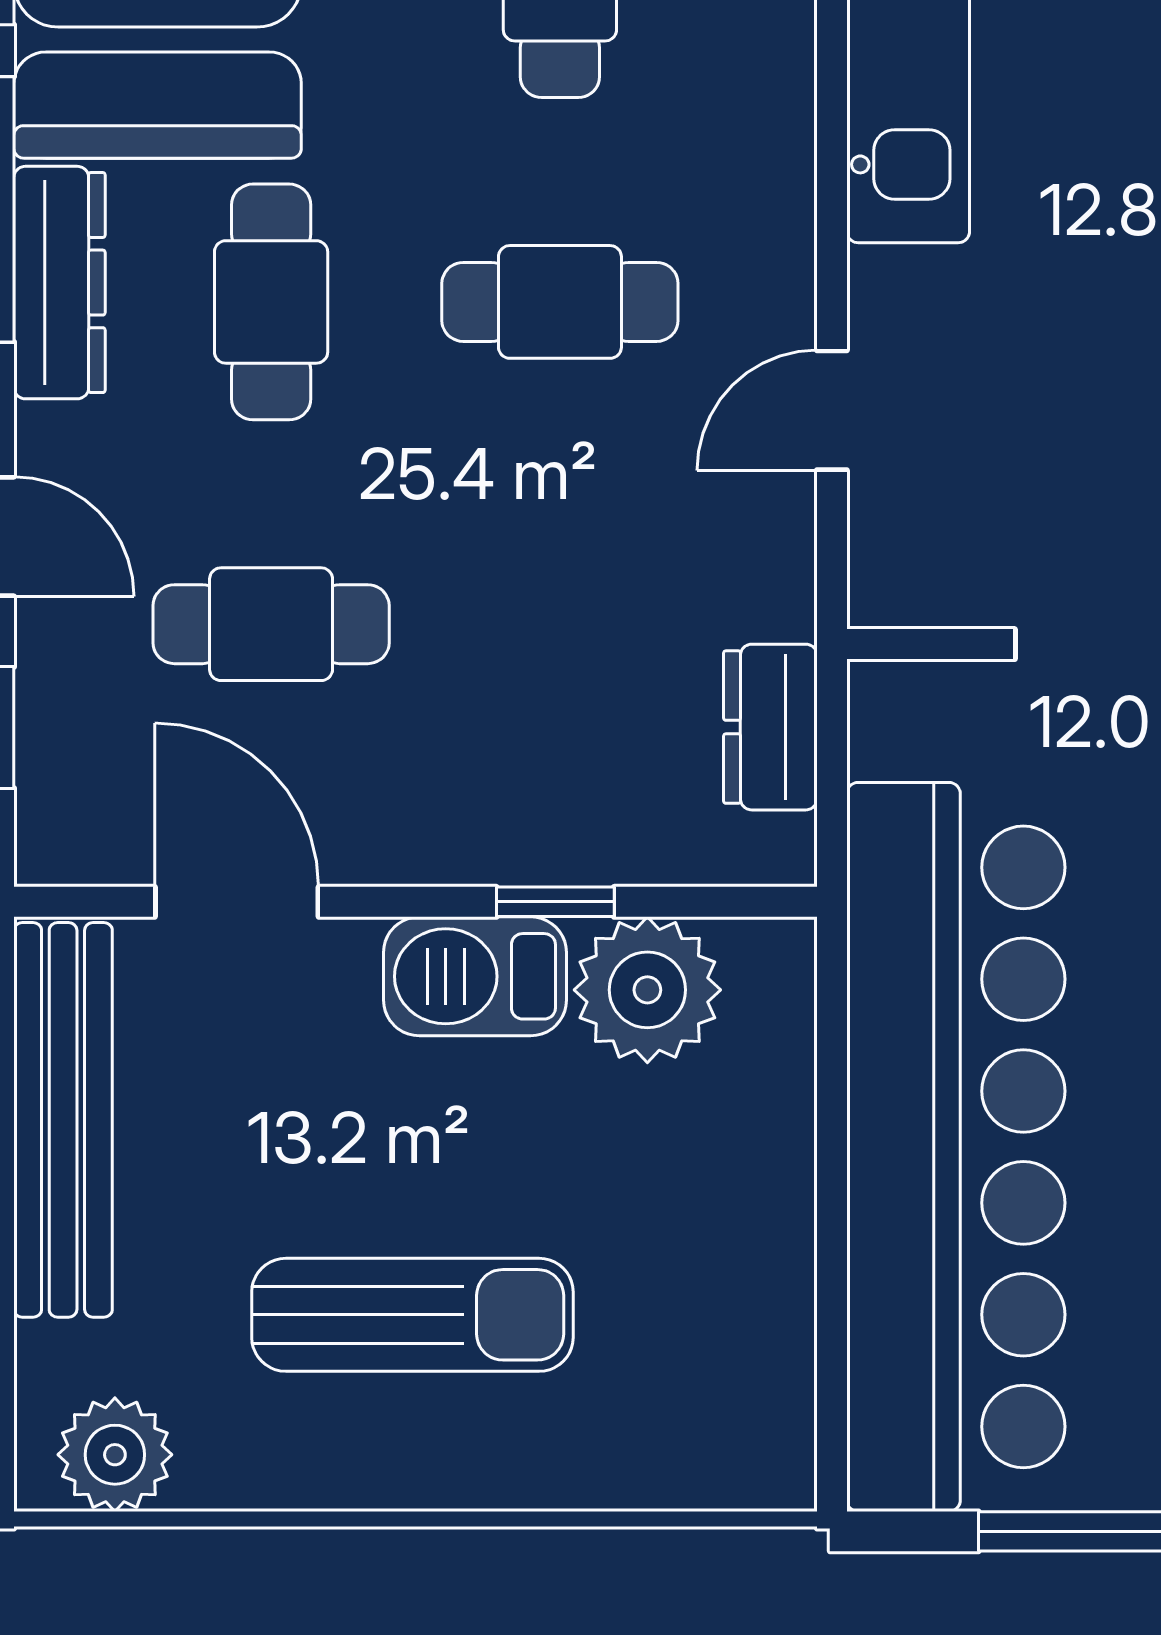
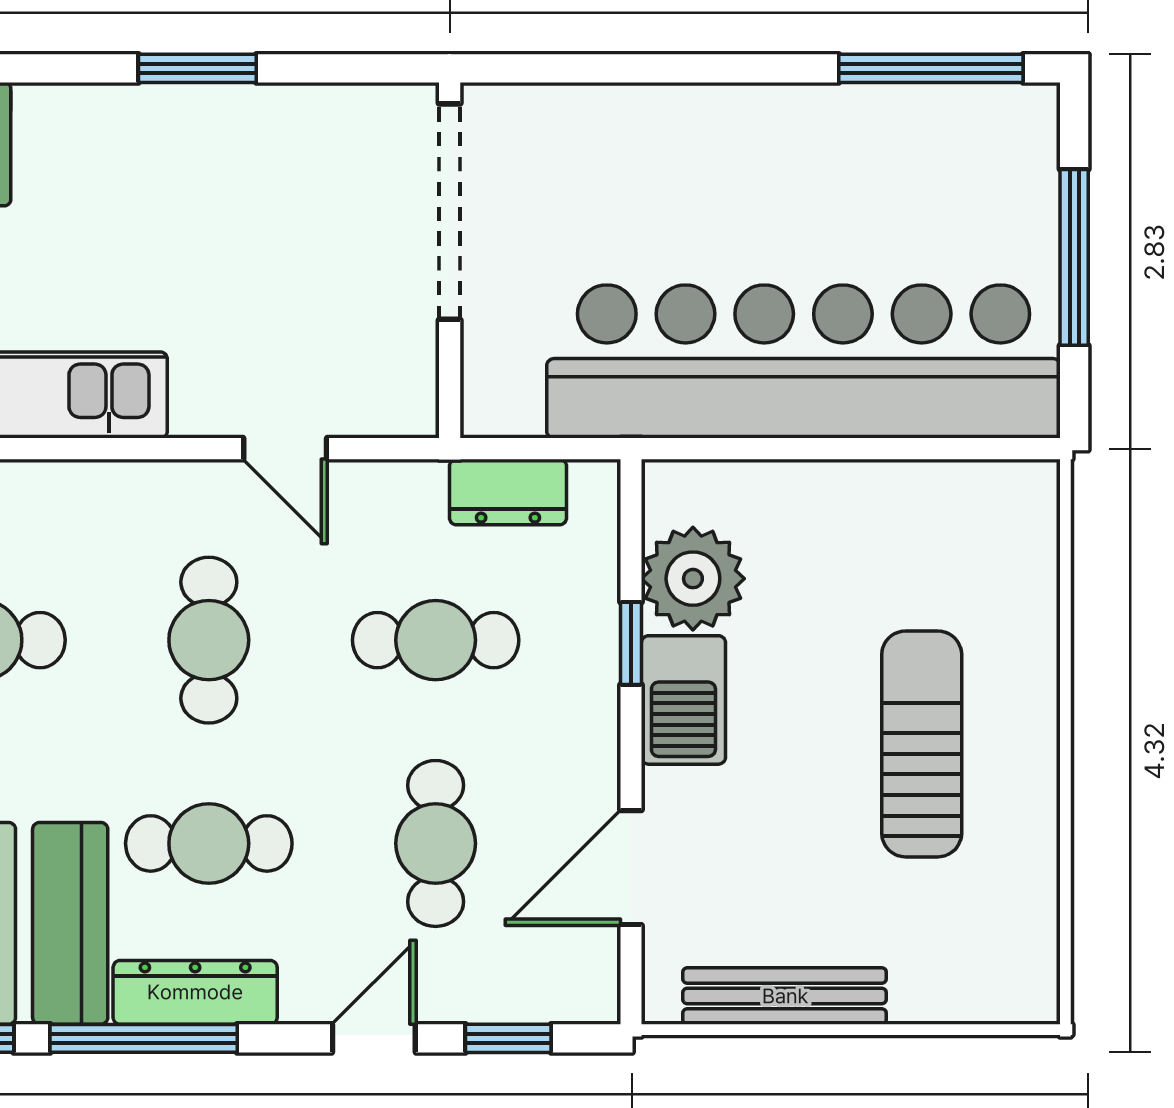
cafe table: (560, 624) -> (436, 640), added
bench: (63, 1120) -> (785, 996), width x0.73, depth x0.82
plant: (115, 1455) -> (1020, 953), removed

